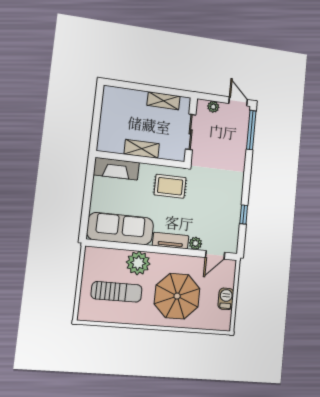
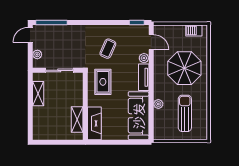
shelving: (142, 149) -> (77, 119), moved
coffee table: (212, 198) -> (108, 49), added
window: (244, 215) -> (137, 22), moved
plant: (138, 263) -> (158, 104), width x0.53, depth x0.53
barbecue: (226, 299) -> (194, 30), moved

